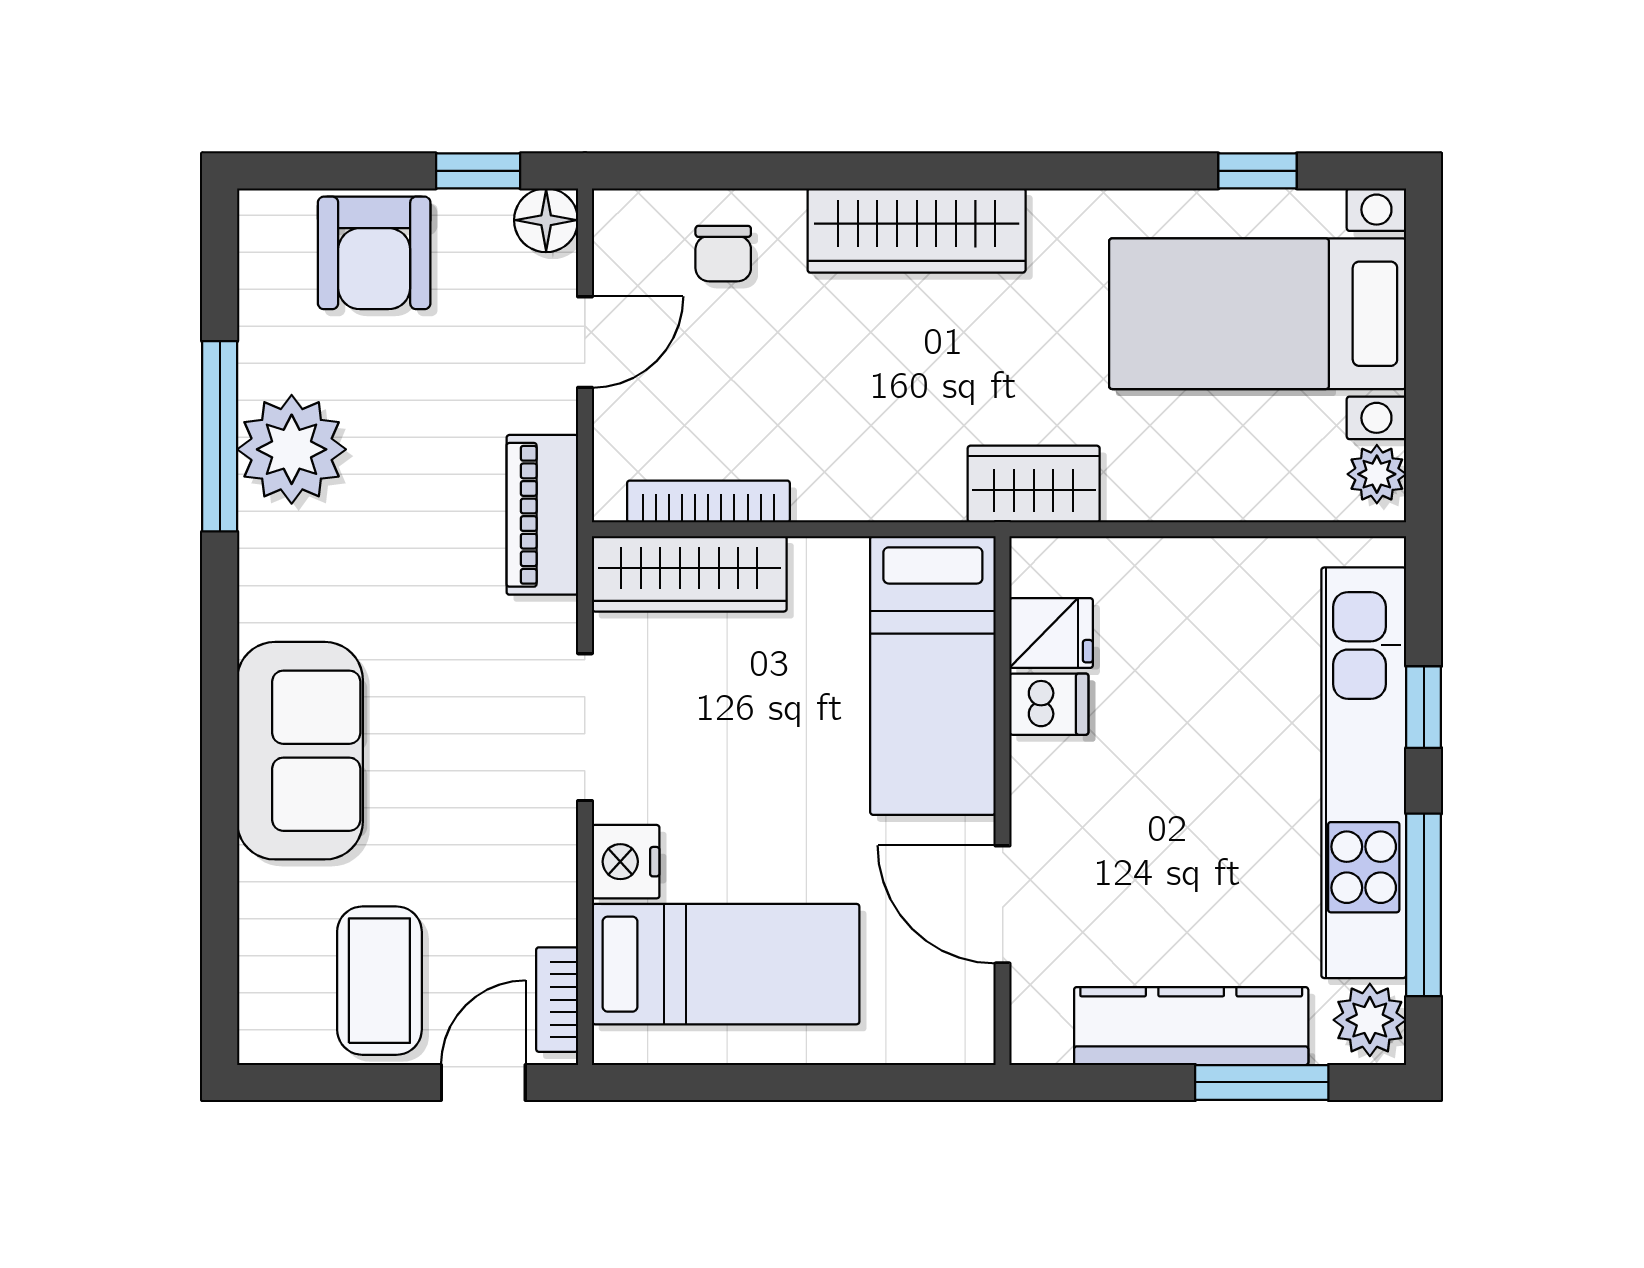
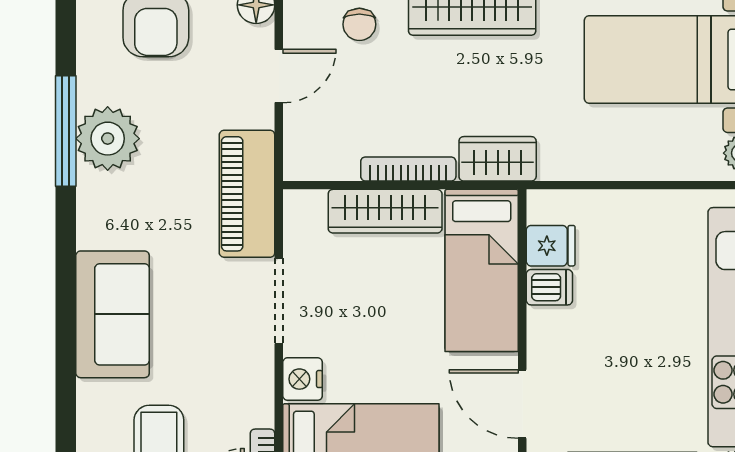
wardrobe: (1034, 484) -> (498, 159), moved
bookcase: (708, 501) -> (408, 169), moved
piano: (542, 515) -> (247, 194), width x1.37, depth x1.33
wardrobe: (689, 574) -> (385, 211), moved

